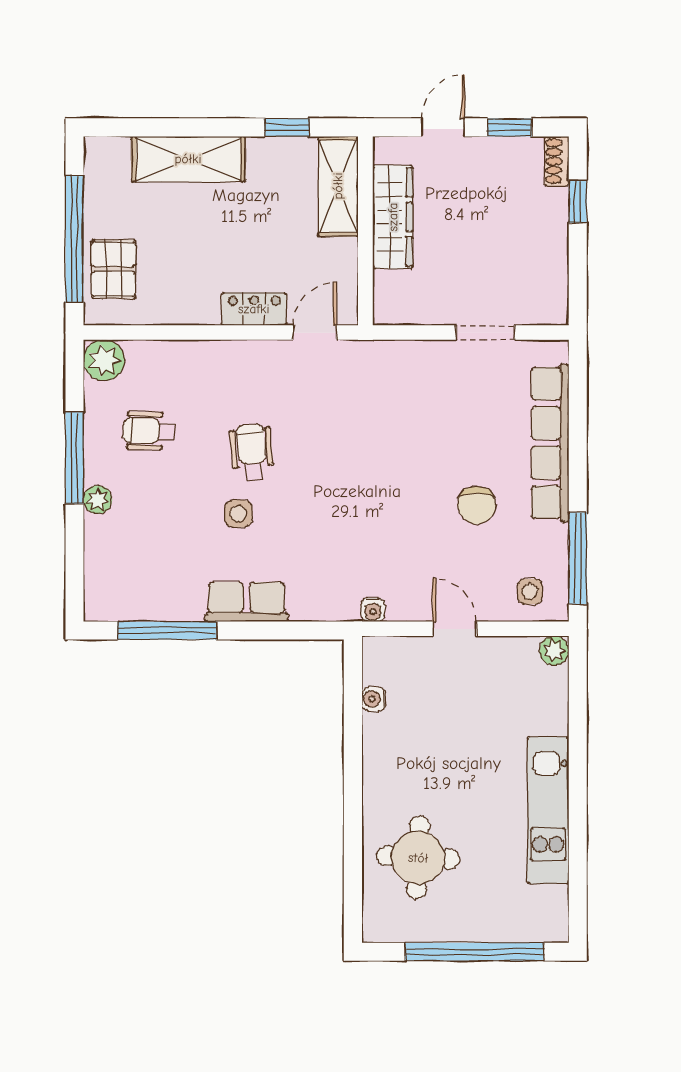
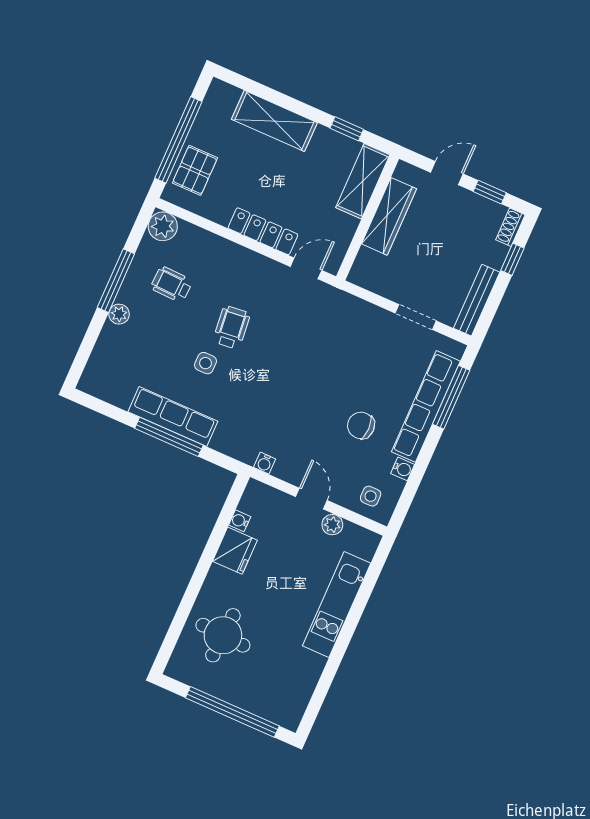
bench: (555, 275) -> (477, 300), added
locker: (254, 309) -> (263, 231), width x1.53
chair: (477, 505) -> (361, 425), turned 90
water cooler: (556, 538) -> (403, 469), added
window: (578, 558) -> (451, 397), moved
row of seats: (247, 602) -> (173, 416), width x1.48
window: (167, 631) -> (169, 437), moved
plant: (554, 651) -> (332, 525), moved
fridge: (385, 741) -> (235, 551), added
kitchen unit: (548, 810) -> (337, 604), moved

